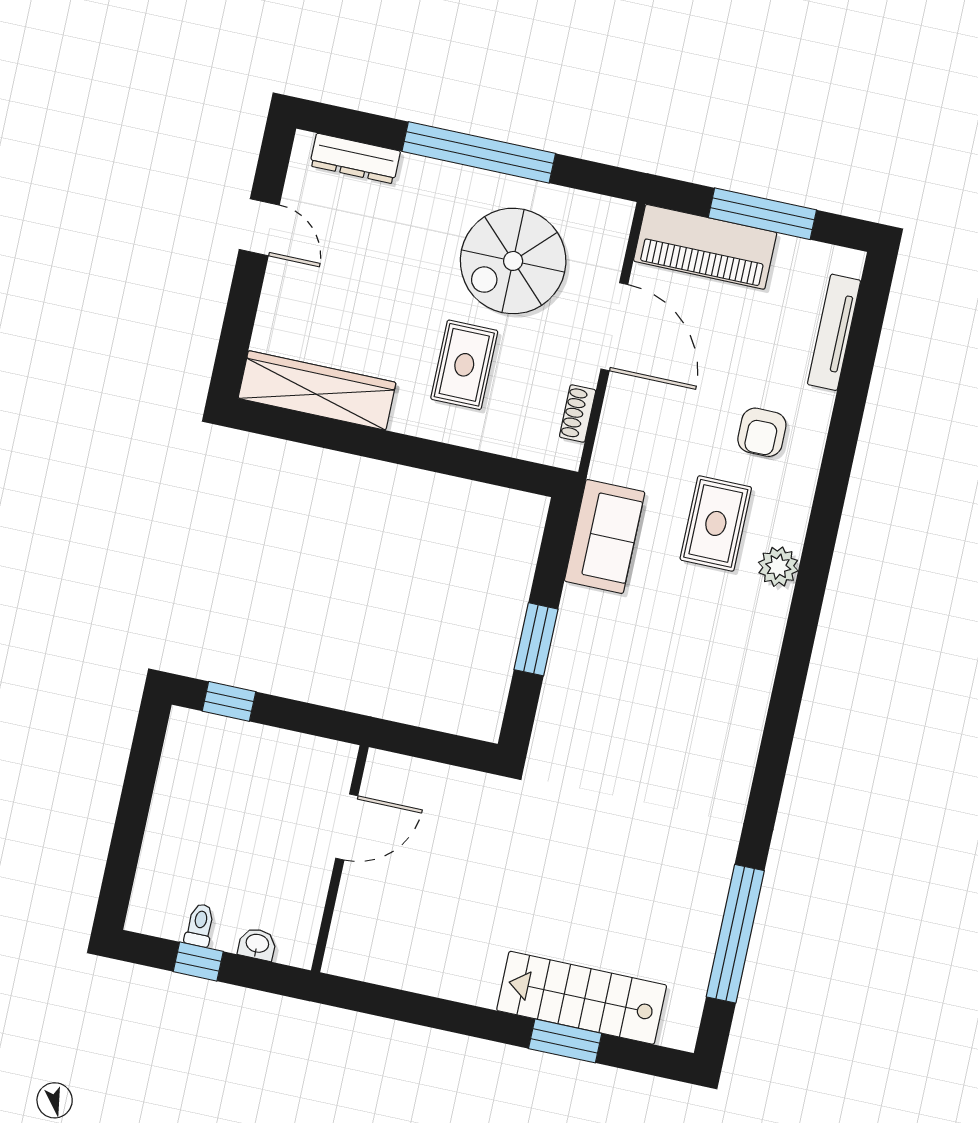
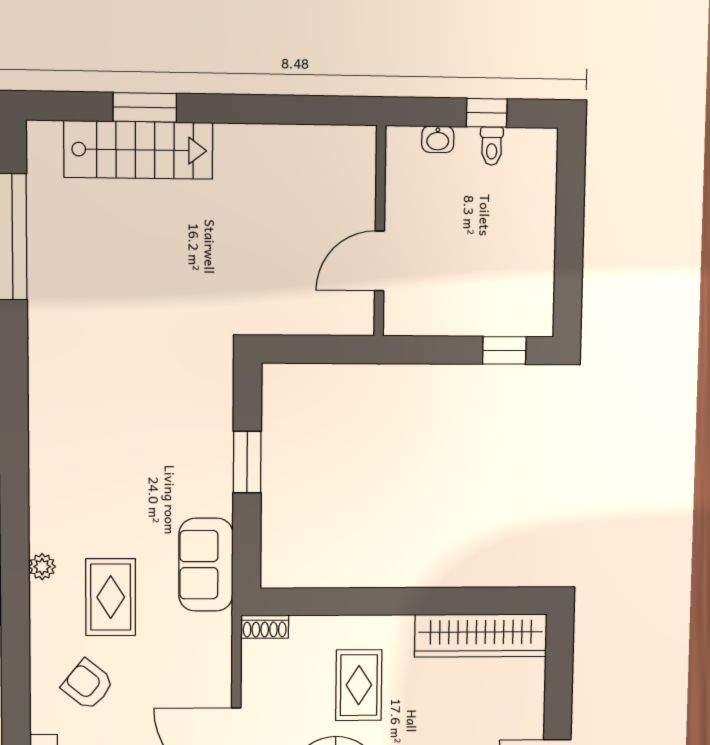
shoe rack: (578, 414) -> (265, 627), moved, turned 90
armchair: (762, 432) -> (88, 685), turned -51
plant: (778, 567) -> (42, 567), width x0.73, depth x0.73

